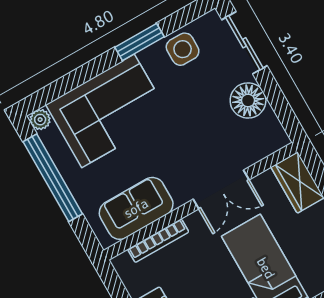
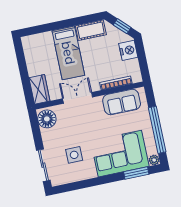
window: (139, 42) -> (136, 173), moved
side table: (183, 49) -> (74, 155), moved
floor lamp: (248, 100) -> (47, 119), moved

